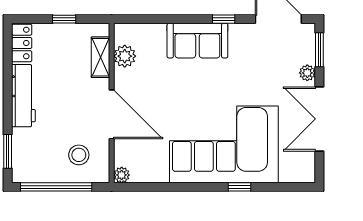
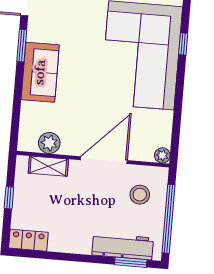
window: (224, 19) -> (22, 46), width x1.50
workbench: (23, 96) -> (123, 246), moved

